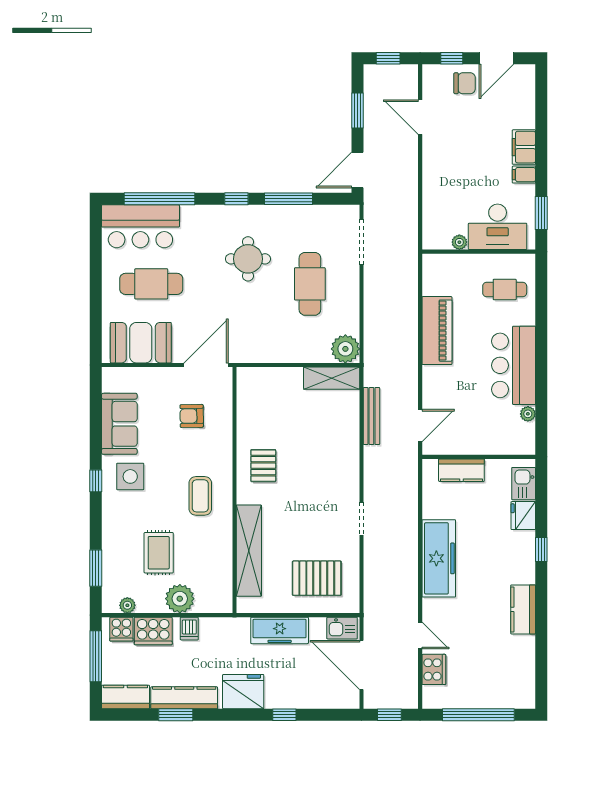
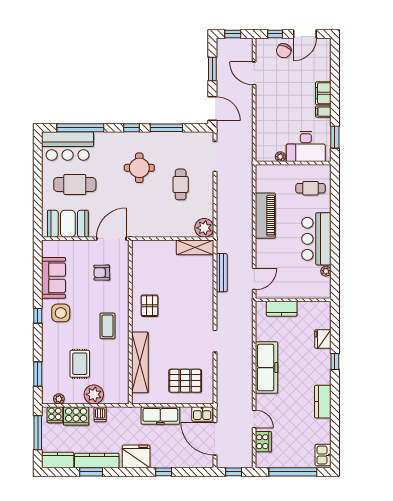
chair: (465, 83) -> (284, 51), turned 114
door: (358, 170) -> (212, 109), swing flipped
cafe table: (310, 284) -> (181, 184), width x0.73, depth x0.74
kitchen sink: (524, 484) -> (323, 455), moved

